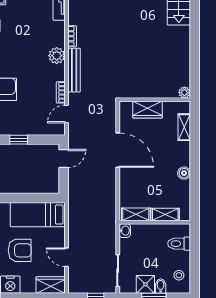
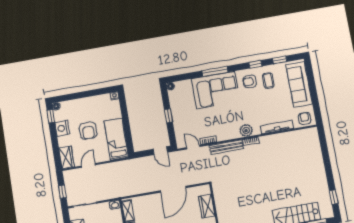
plant: (57, 56) -> (246, 131), moved

